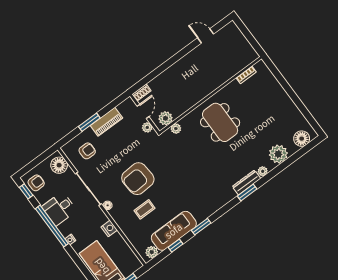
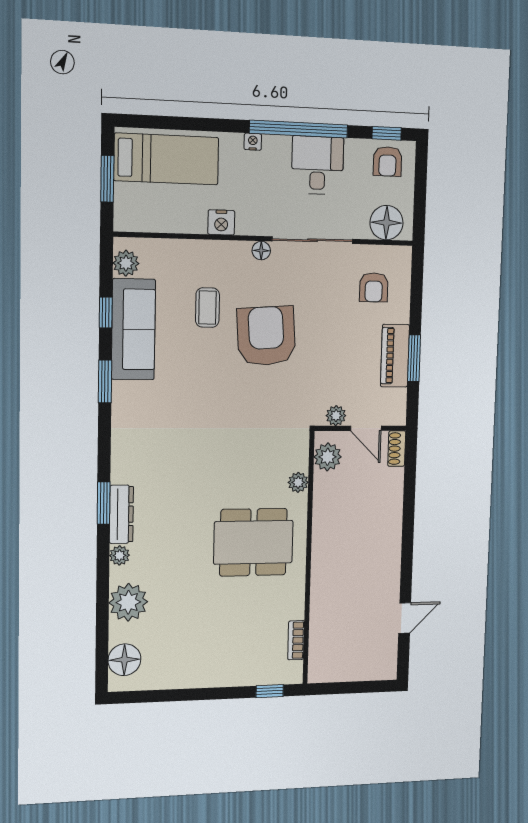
window: (274, 70) -> (270, 691), added
window: (89, 122) -> (414, 358), moved
plant: (176, 129) -> (298, 482), moved

